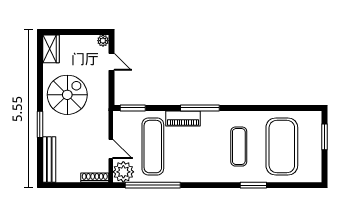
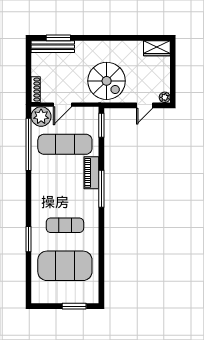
spiral stairs: (67, 95) -> (107, 81), moved
window: (40, 124) -> (58, 38), moved

